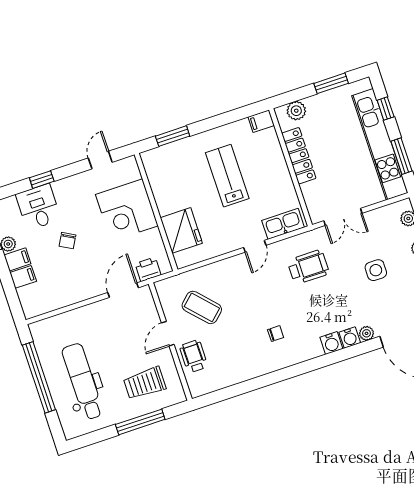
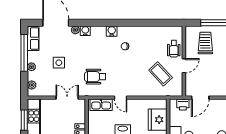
door: (255, 246) -> (121, 98), swing flipped
water cooler: (331, 343) -> (112, 31), moved
trolley: (145, 383) -> (205, 43), turned -90

